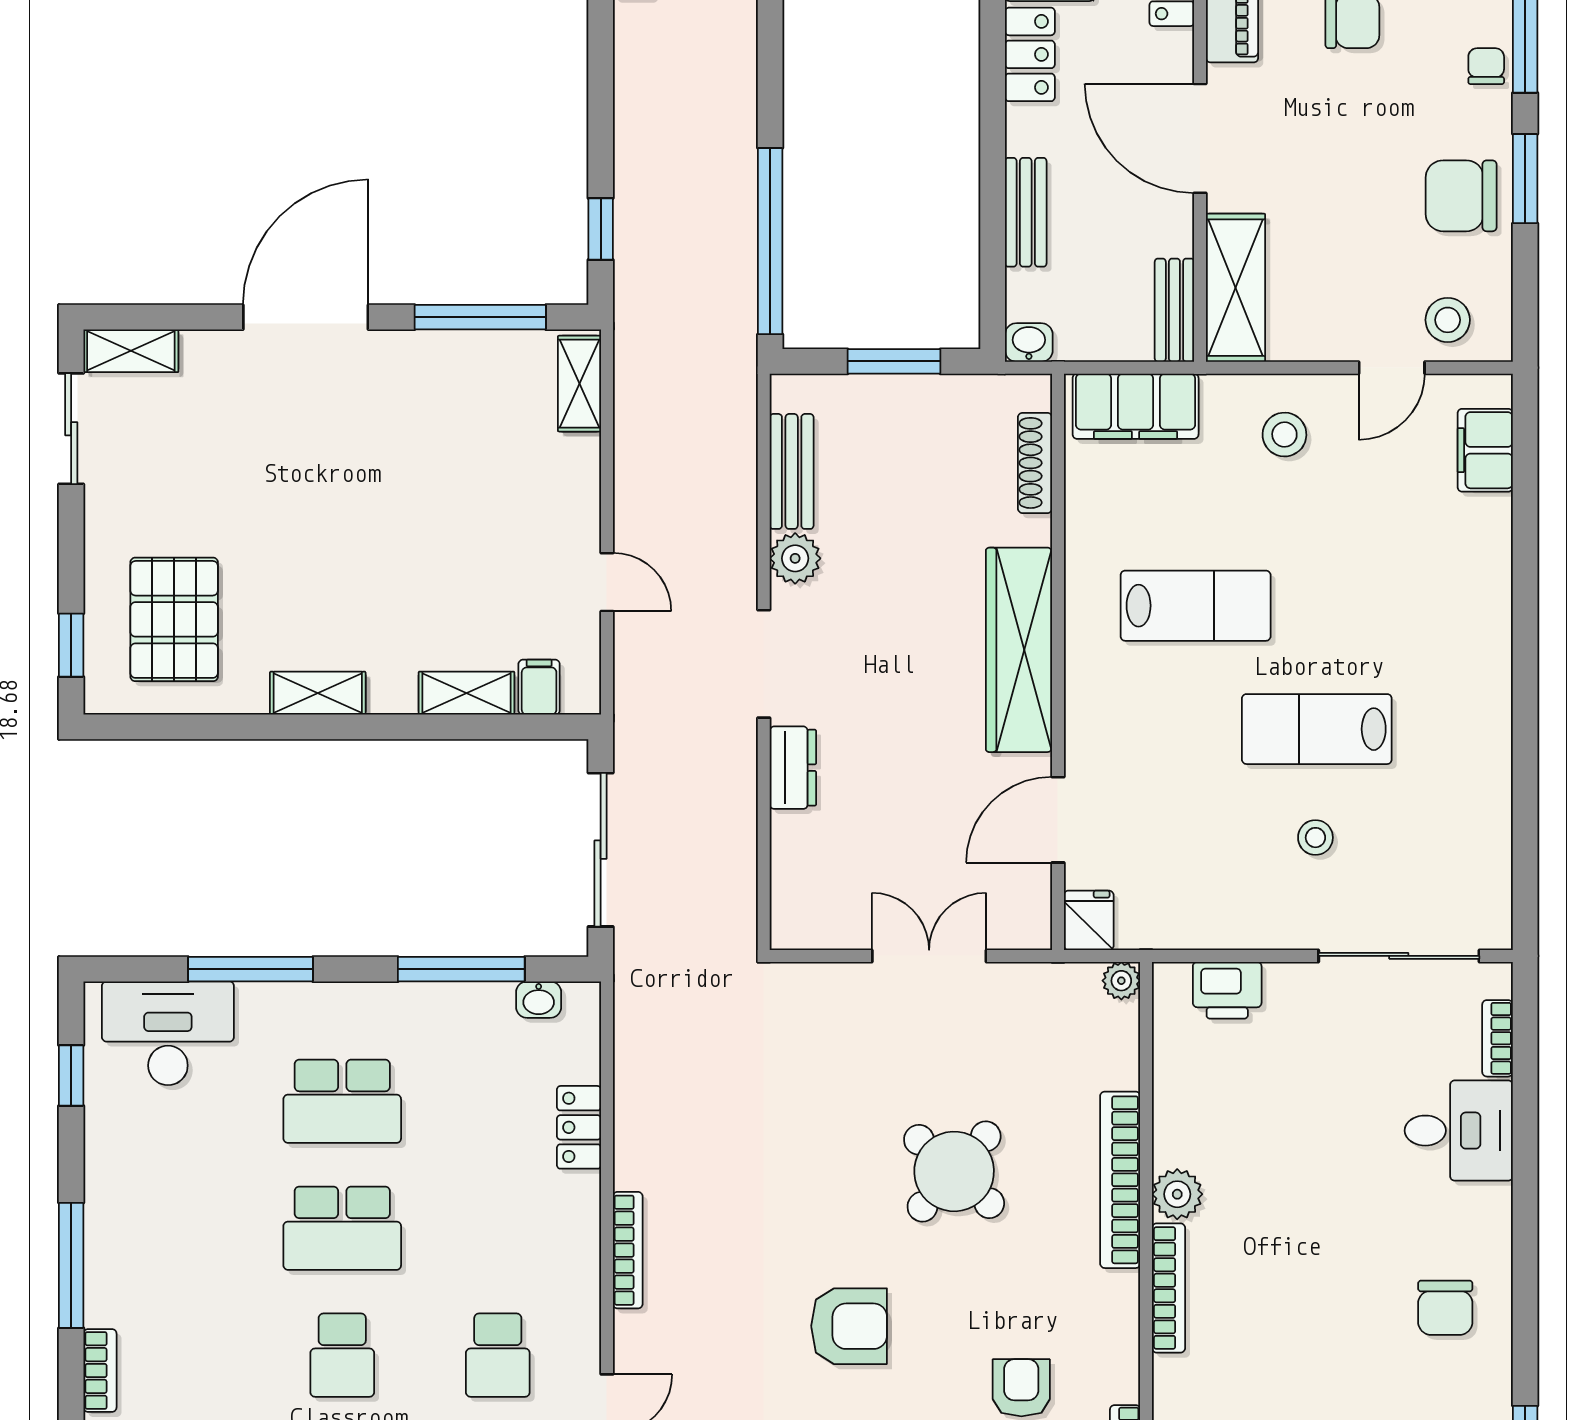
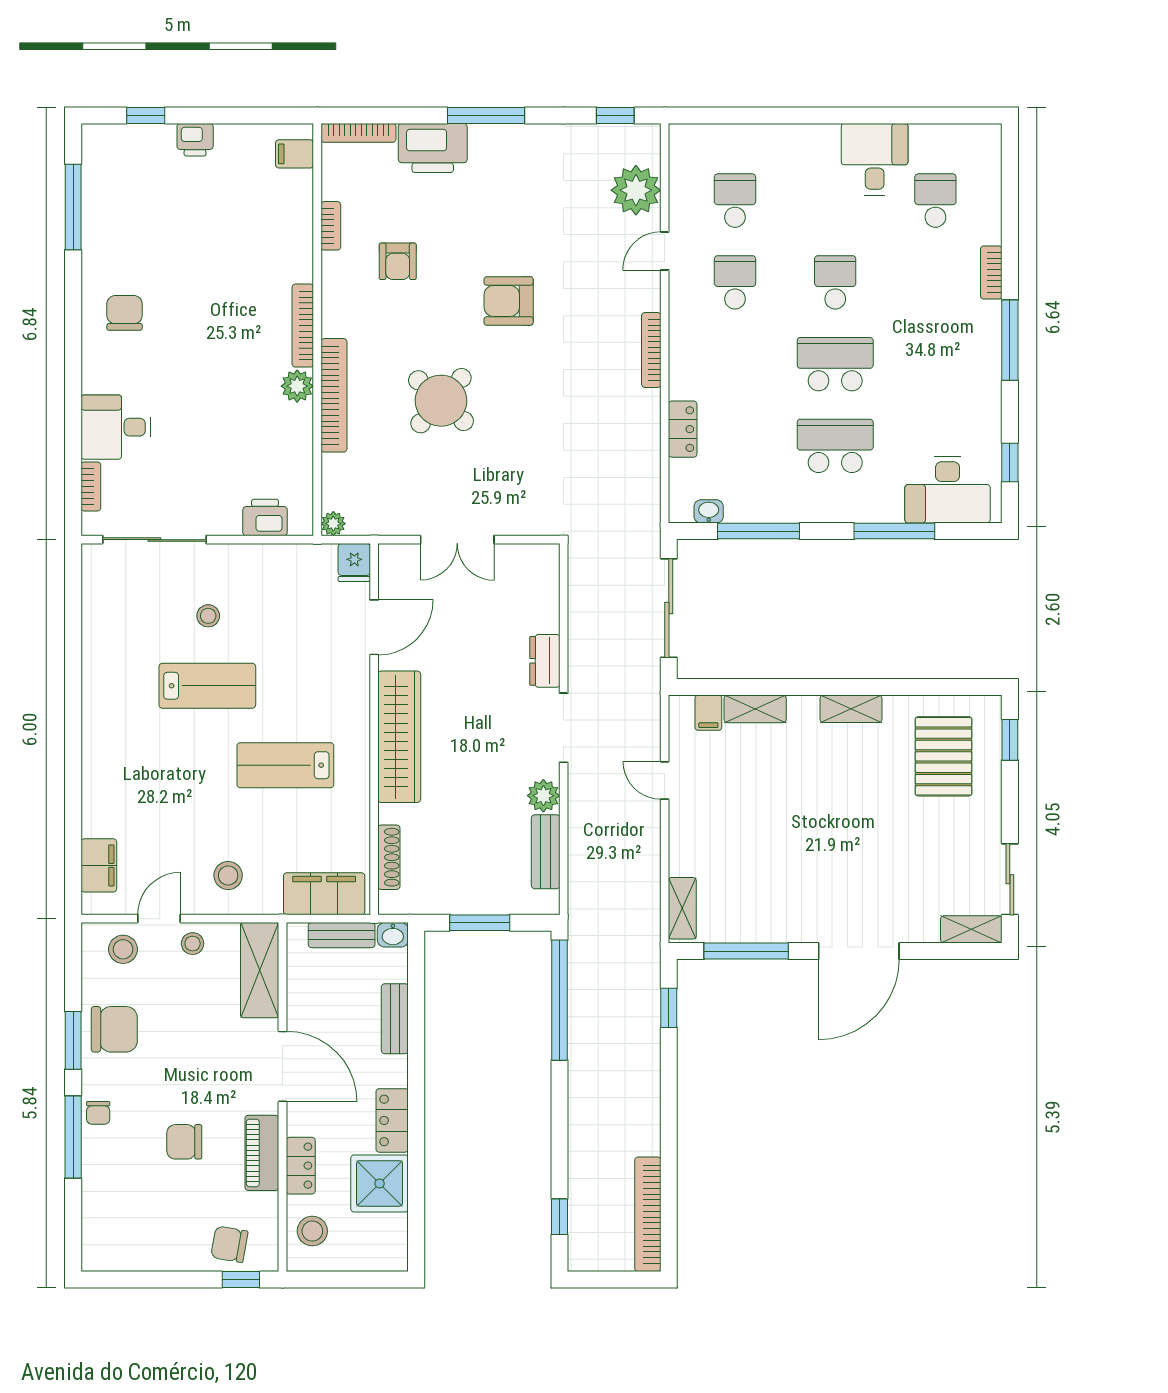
bench: (1174, 310) -> (342, 935), moved, turned 90
stool: (1340, 329) -> (193, 944), added

